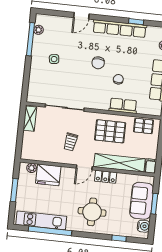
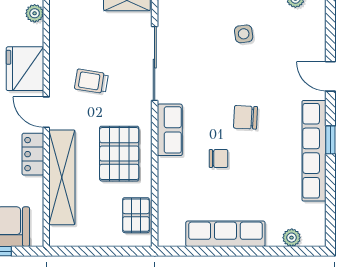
window: (136, 22) -> (330, 140), moved
row of seats: (123, 106) -> (170, 130), moved
filing cabinet: (151, 166) -> (62, 237), removed
fridge: (48, 175) -> (25, 69), moved

